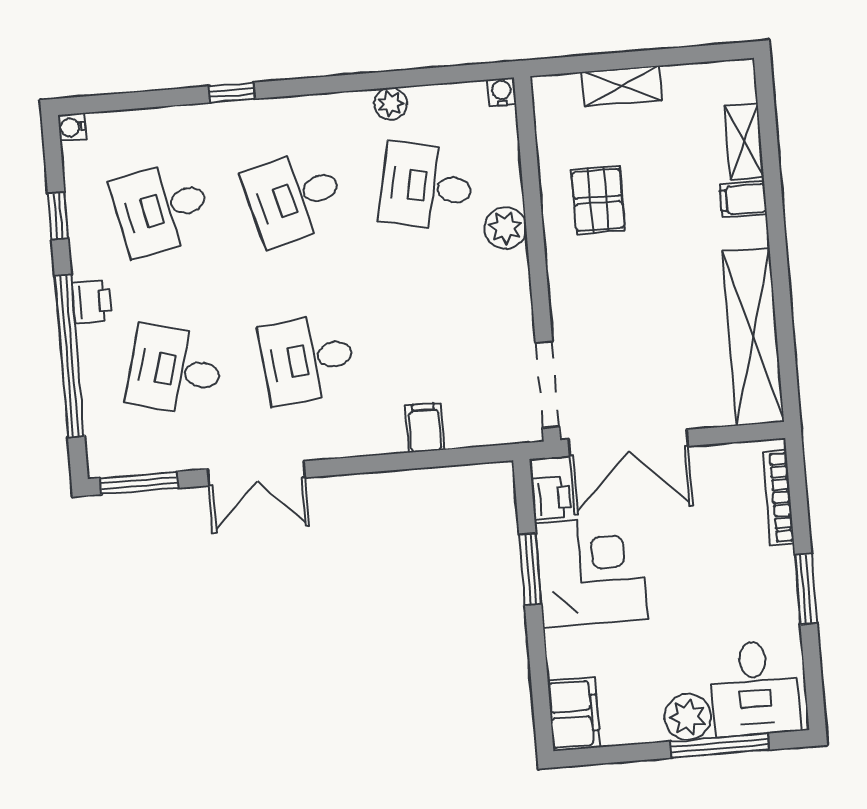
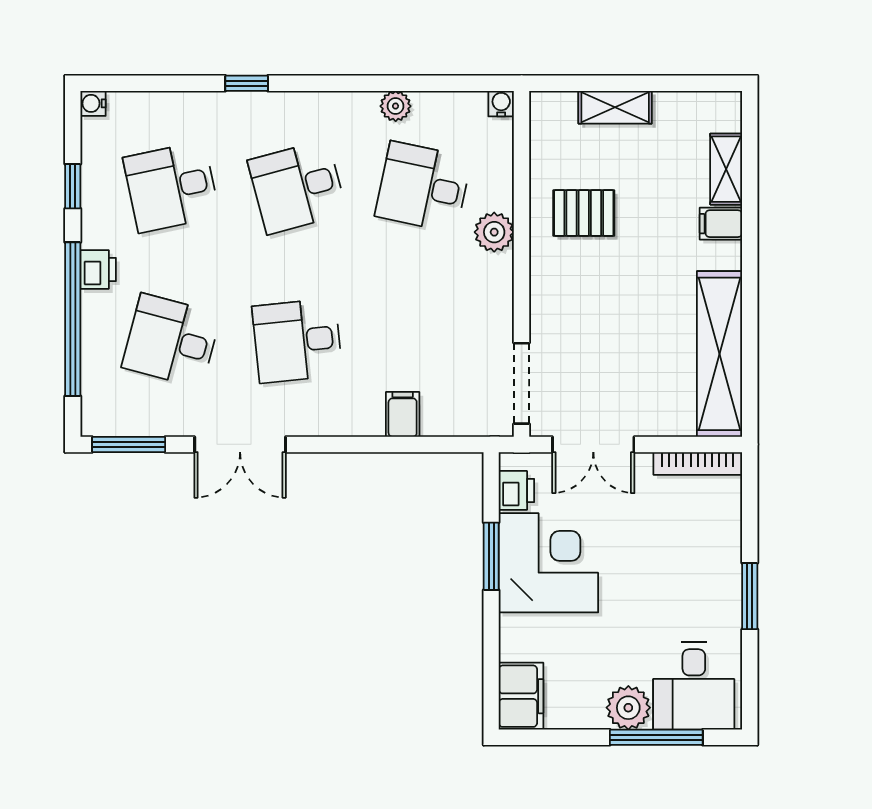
pallet: (598, 200) -> (584, 213), turned 90
double door: (628, 443) -> (593, 444), width x0.73
bookcase: (778, 498) -> (698, 463), moved, turned -90

